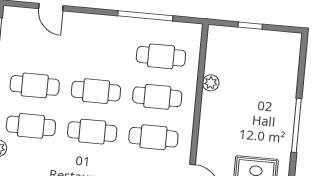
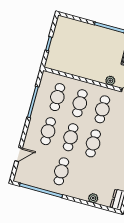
plant: (211, 83) -> (110, 81), moved
cafe table: (31, 126) -> (48, 131), moved

